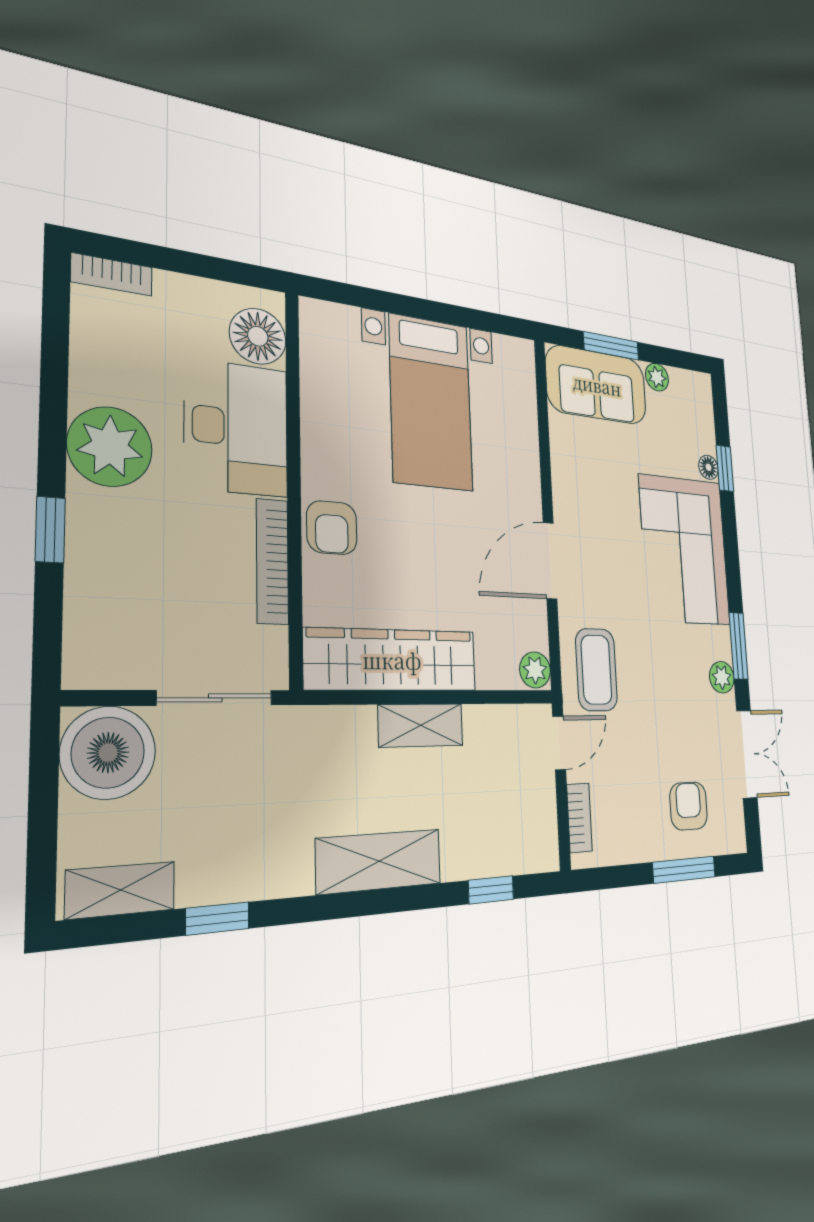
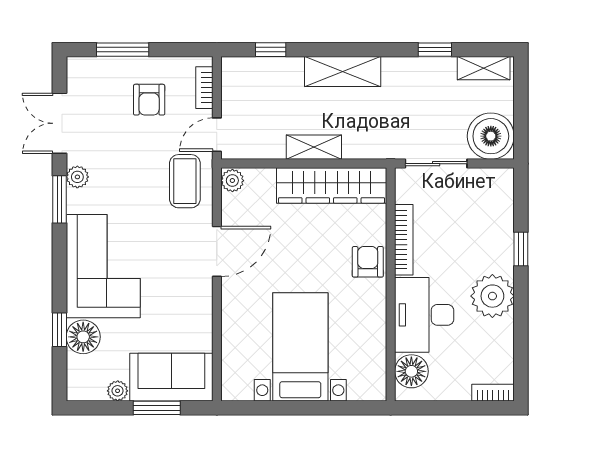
floor lamp: (708, 467) -> (83, 337), width x1.89, depth x1.89
armchair: (689, 806) -> (149, 100), moved

